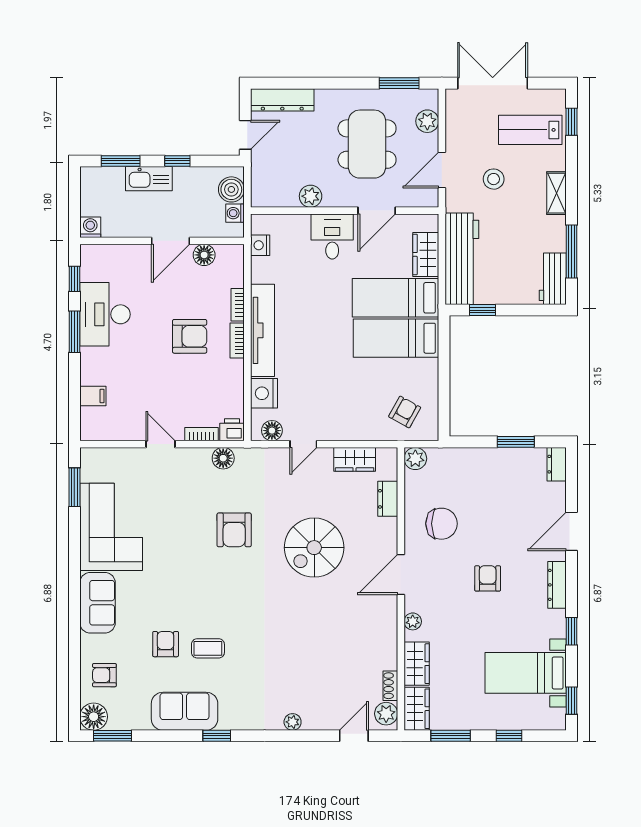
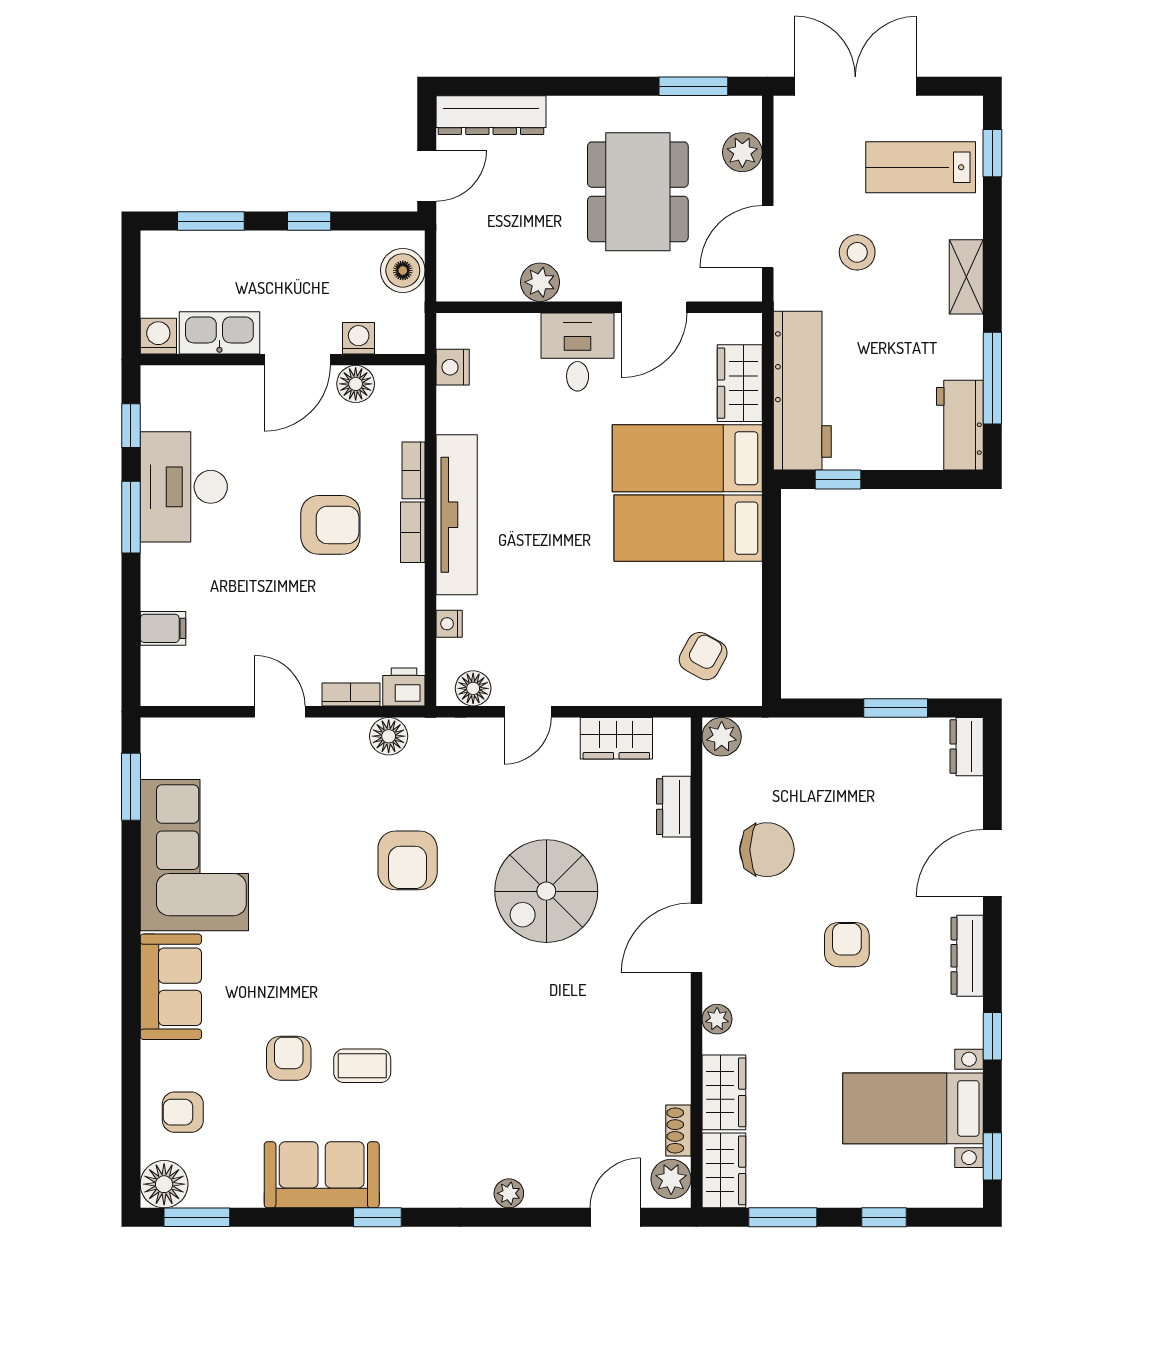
kitchen sink: (149, 179) -> (219, 333), moved, turned 180
washing machine: (235, 213) -> (359, 338), moved, turned 90
nightstand: (264, 393) -> (449, 624), width x0.53, depth x0.56

